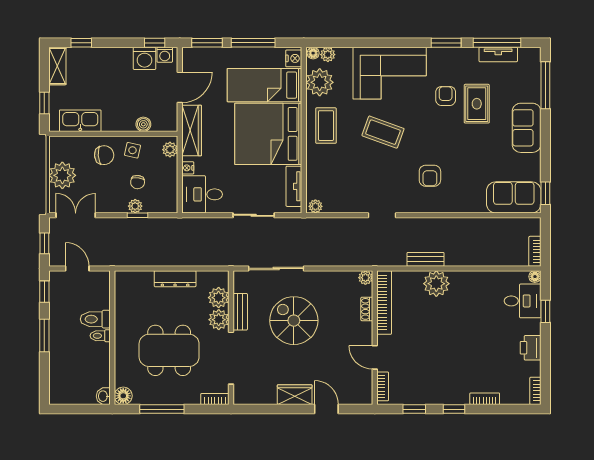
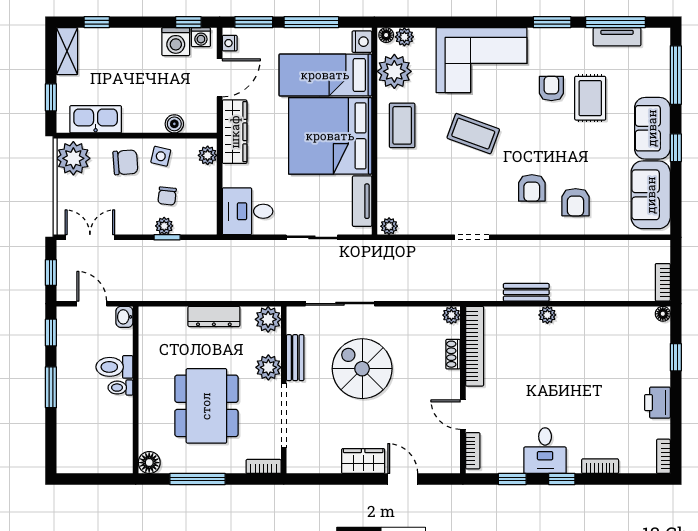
nightstand: (188, 168) -> (230, 43), moved
plant: (62, 175) -> (73, 158), moved
armchair: (465, 187) -> (576, 202), added
window: (545, 193) -> (676, 148), moved
sofa: (514, 197) -> (651, 195), moved, turned -90
plant: (436, 284) -> (547, 315), width x0.53, depth x0.53
plant: (219, 298) -> (268, 319), moved
desk: (523, 301) -> (545, 451), moved, turned 90
dining table: (169, 350) -> (206, 406), turned 90
washbasin: (103, 396) -> (124, 317), moved

